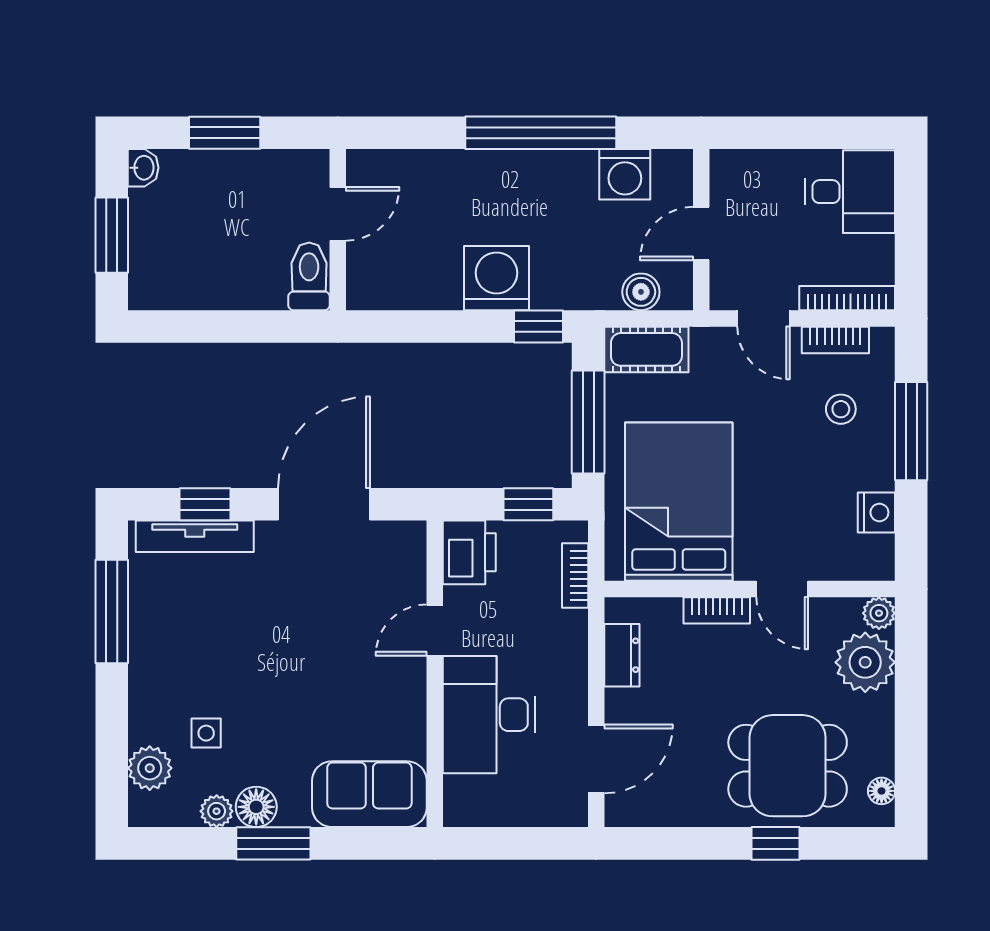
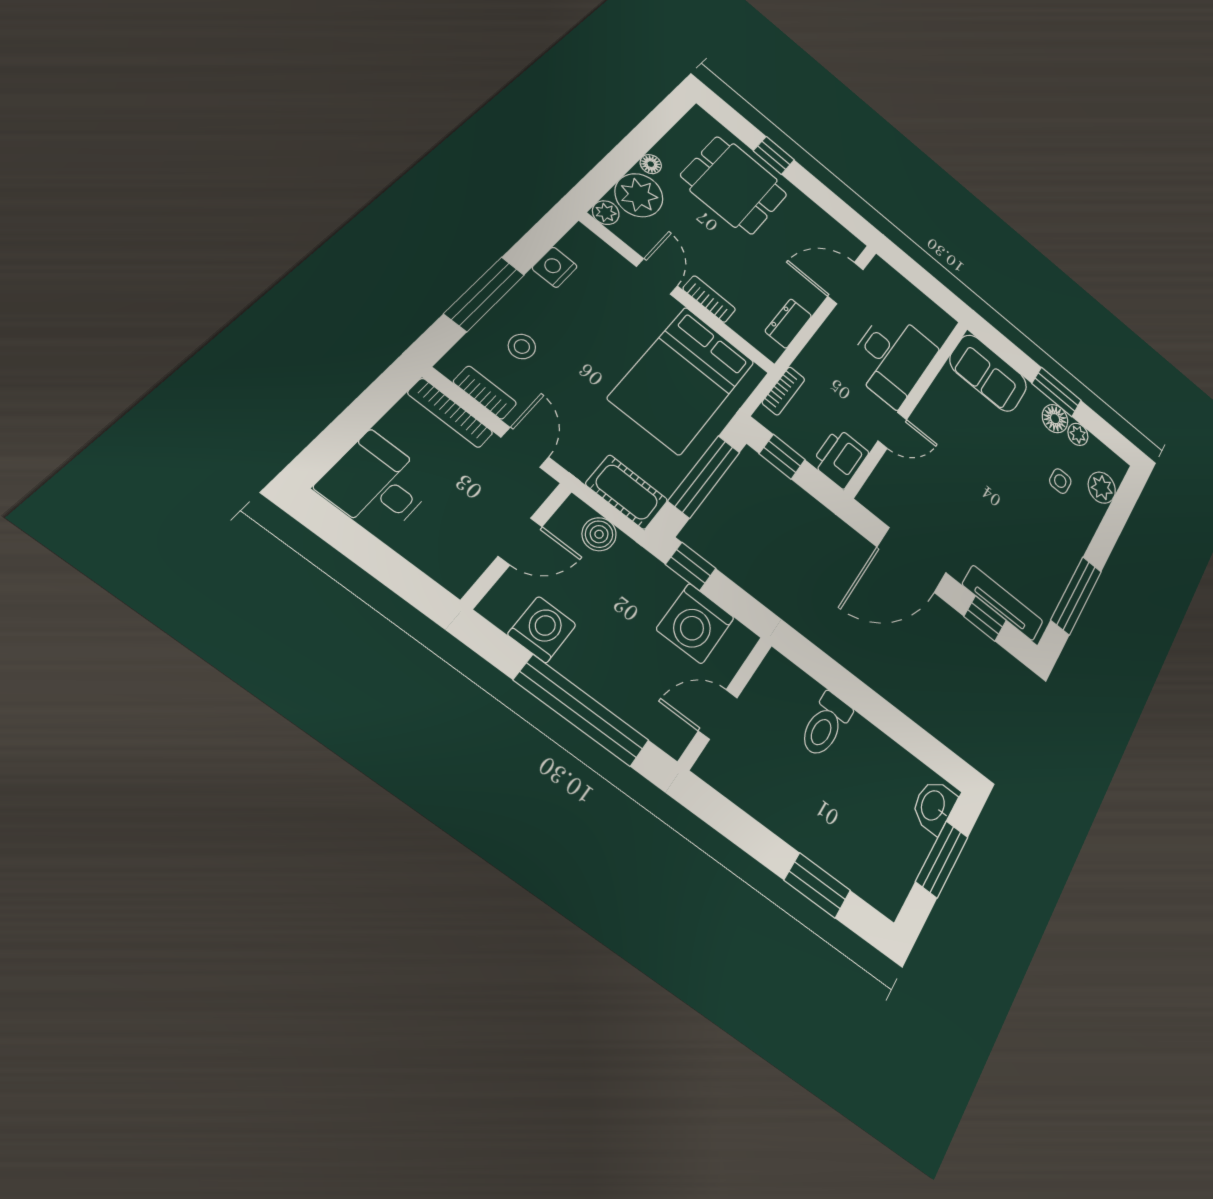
washbasin: (143, 168) -> (934, 806), moved, width x1.38, depth x1.45
door: (338, 214) -> (718, 714), moved
wall: (338, 230) -> (726, 702), moved
floor lamp: (882, 791) -> (651, 164), moved

